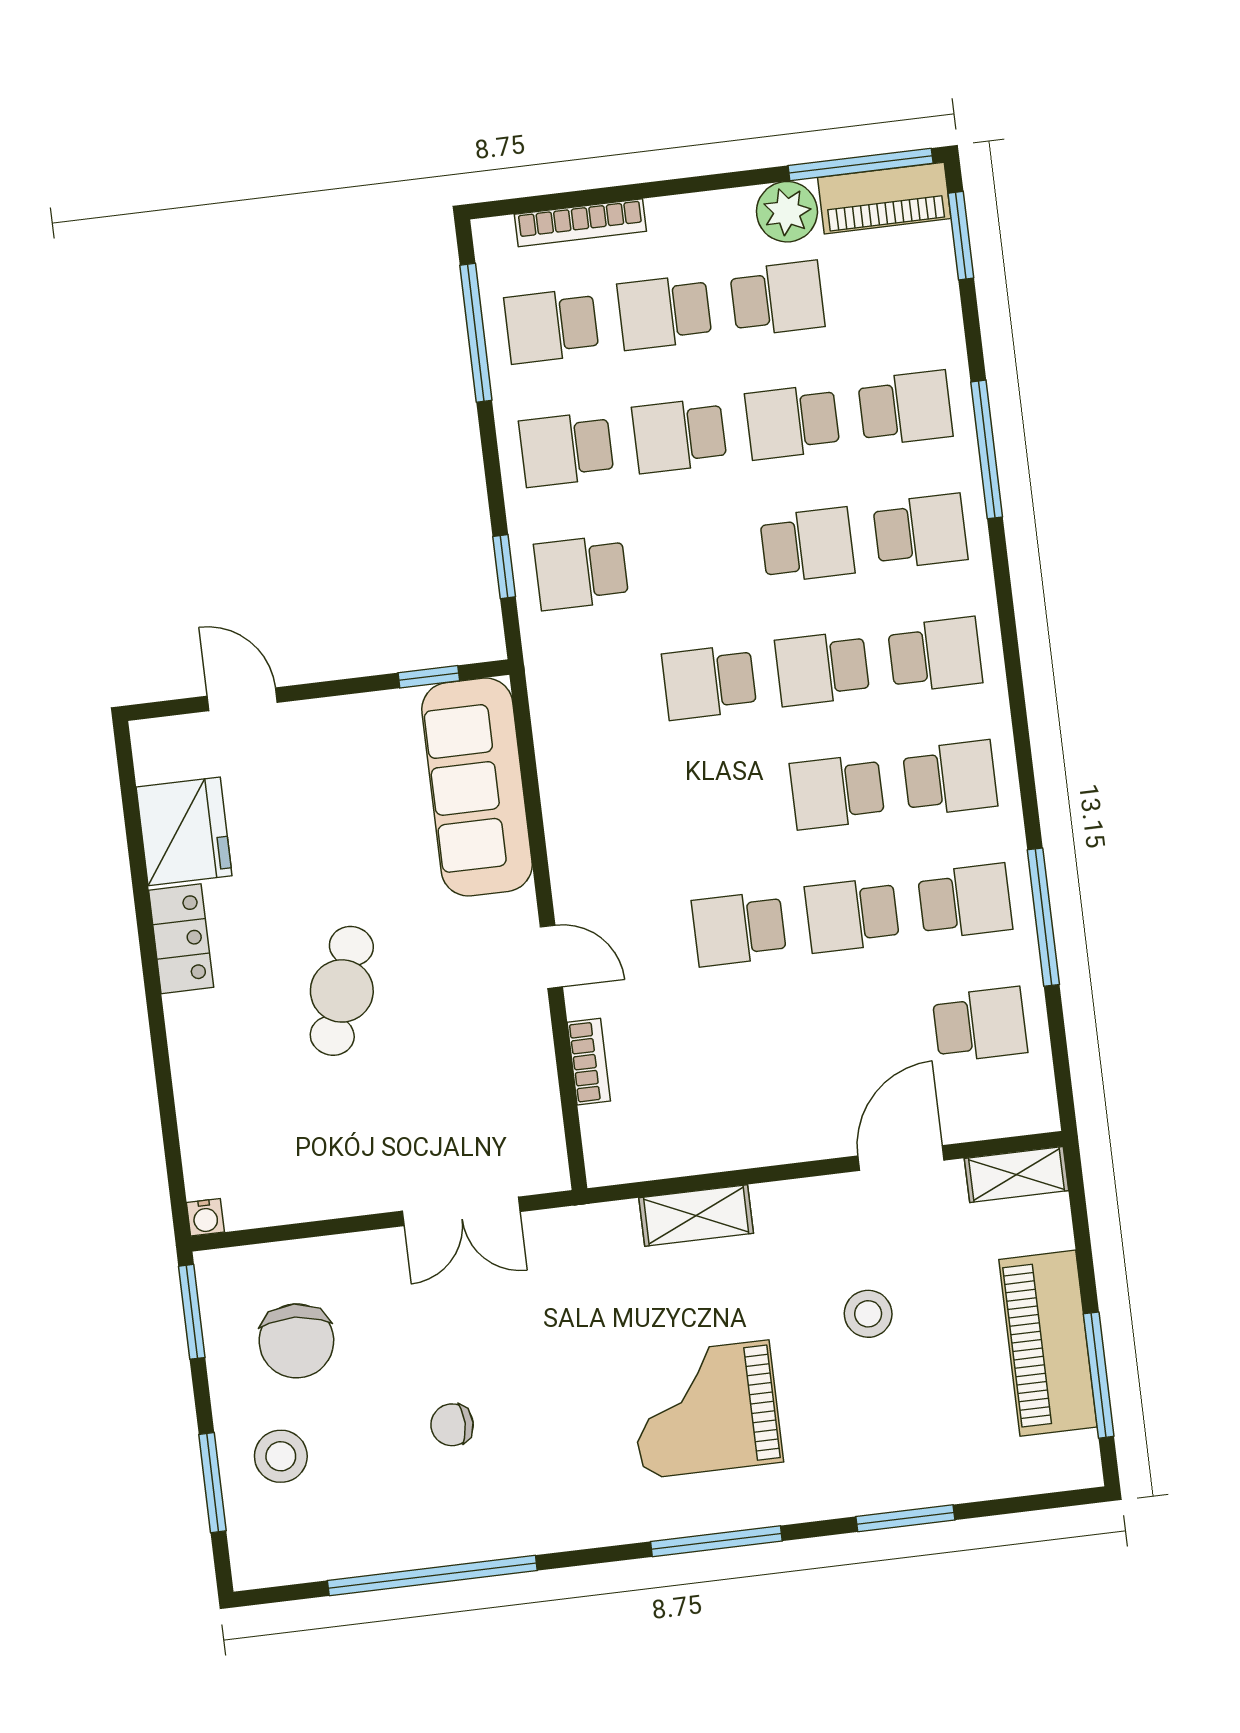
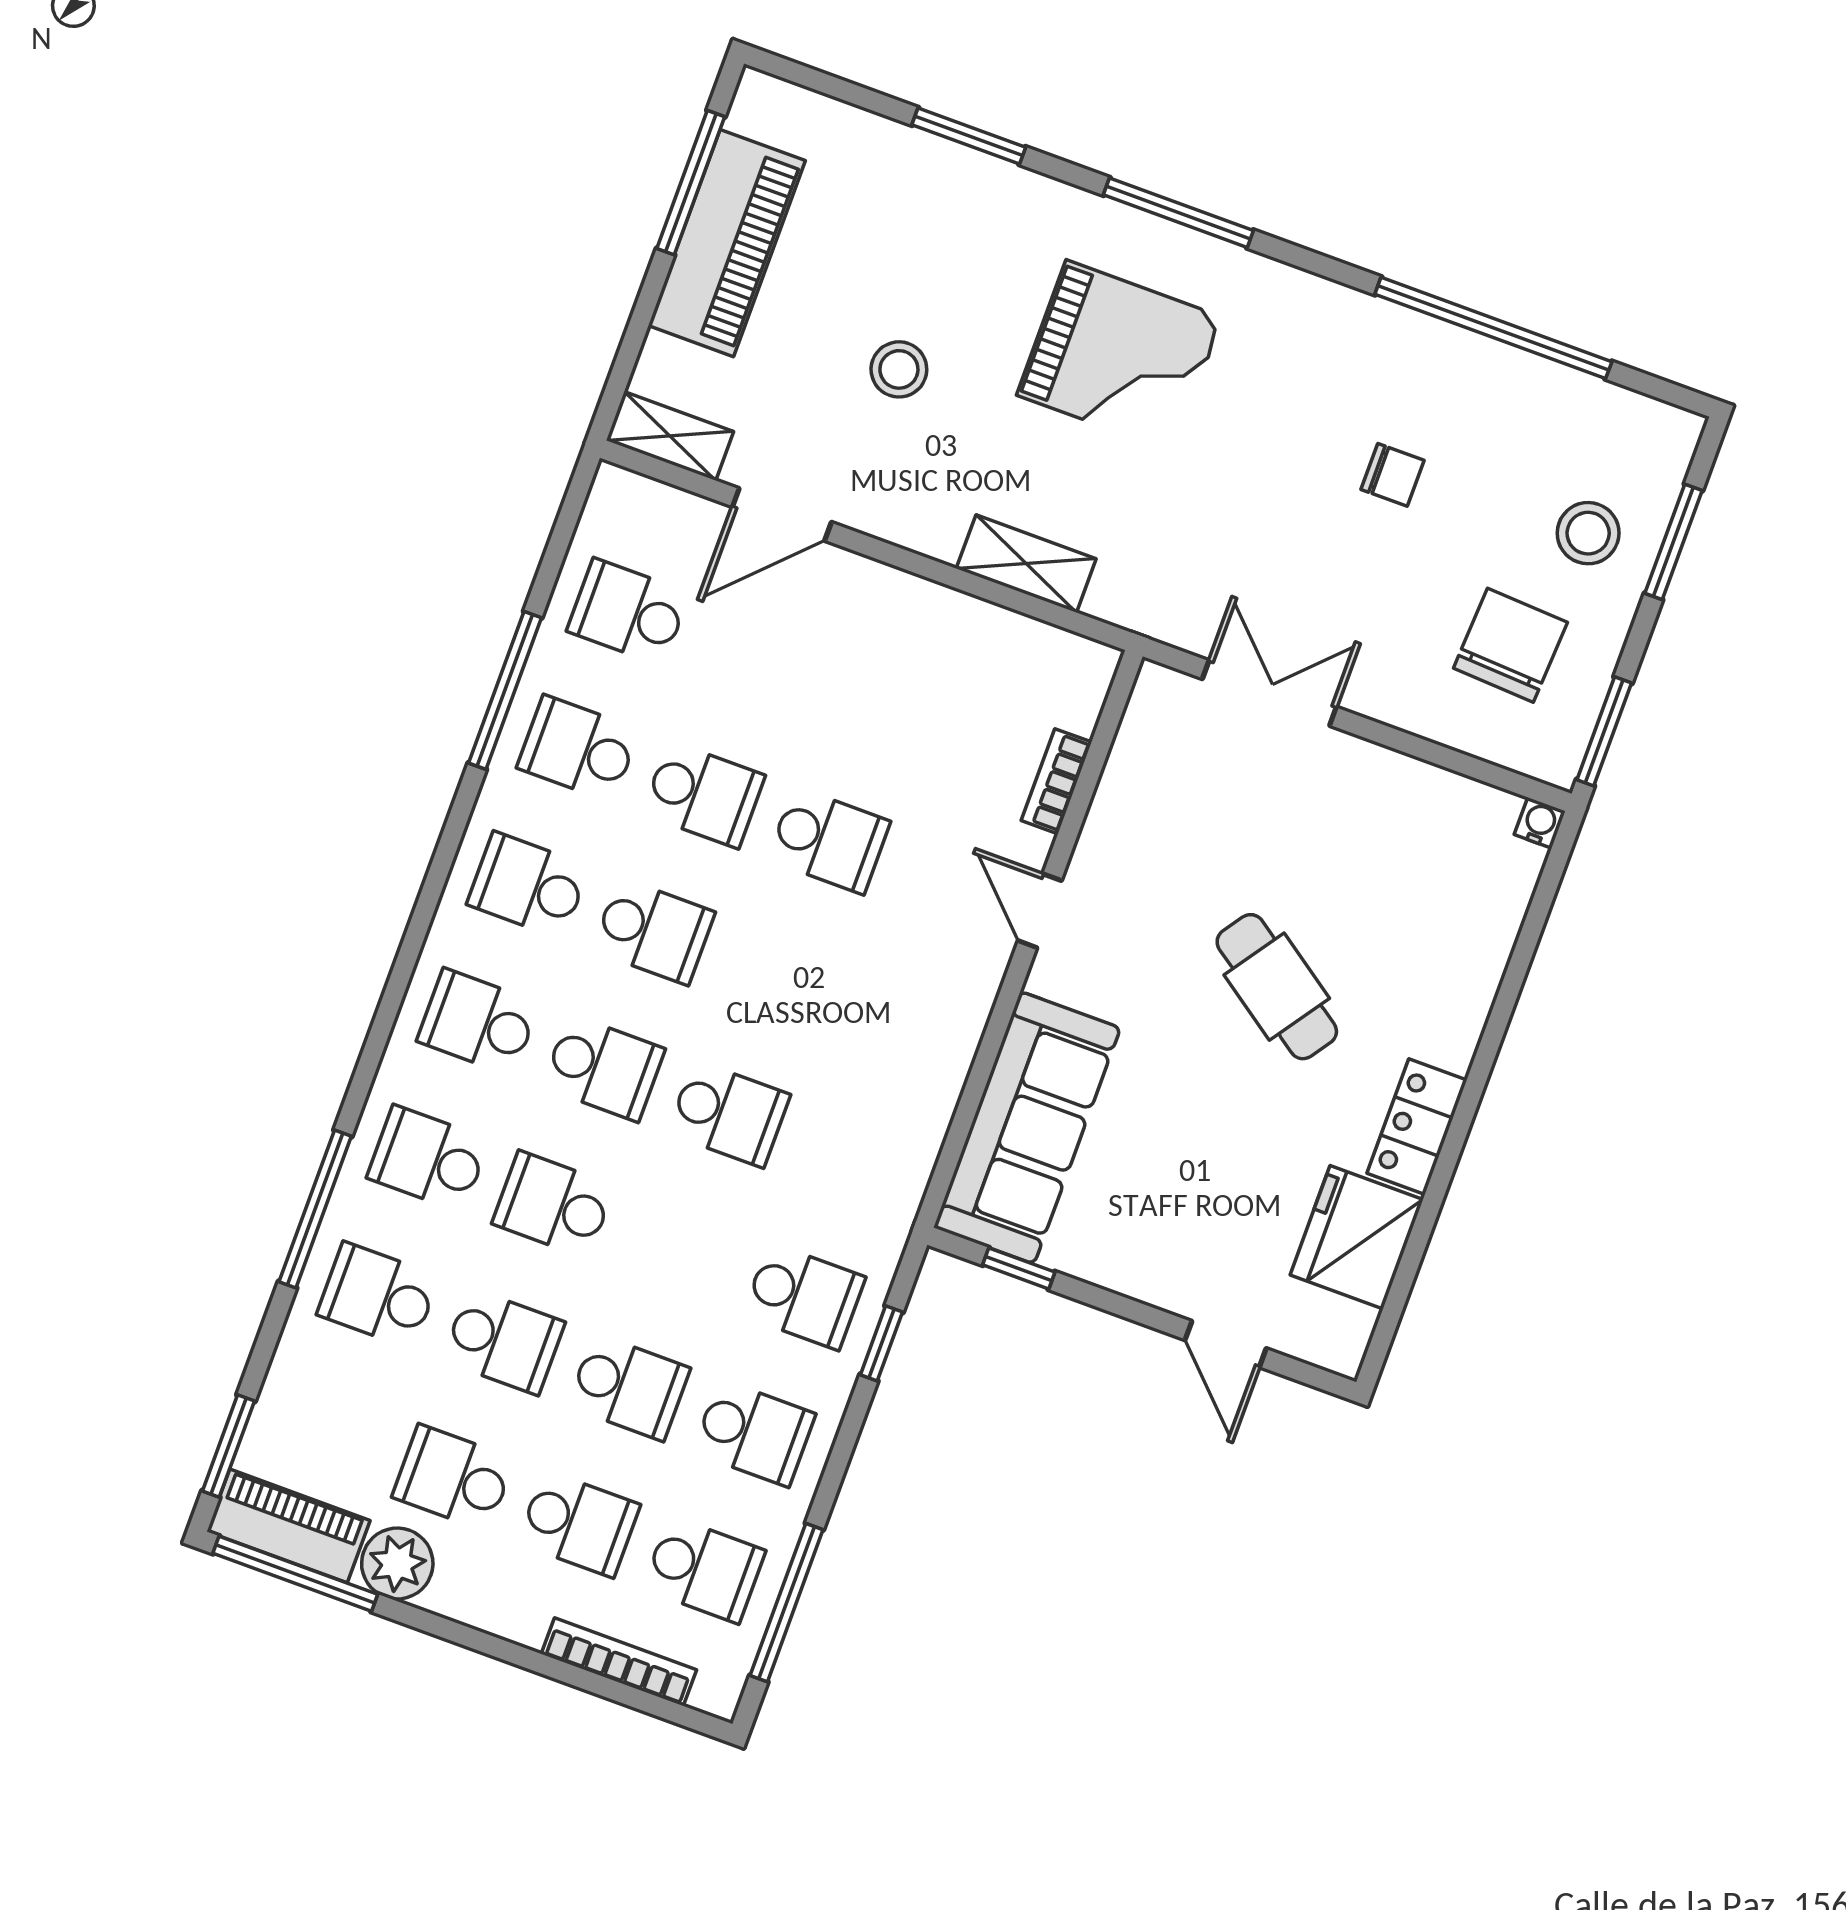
cafe table: (342, 991) -> (1277, 987), turned -74

